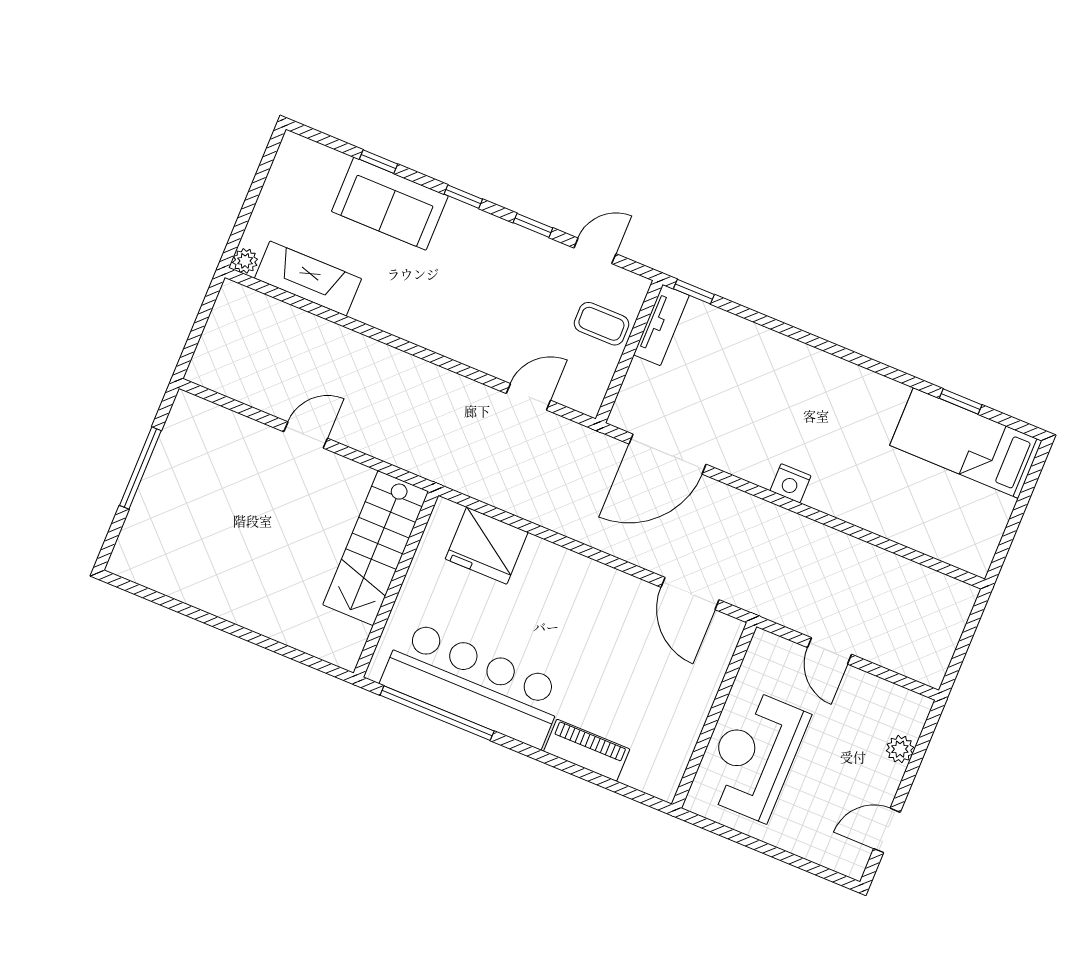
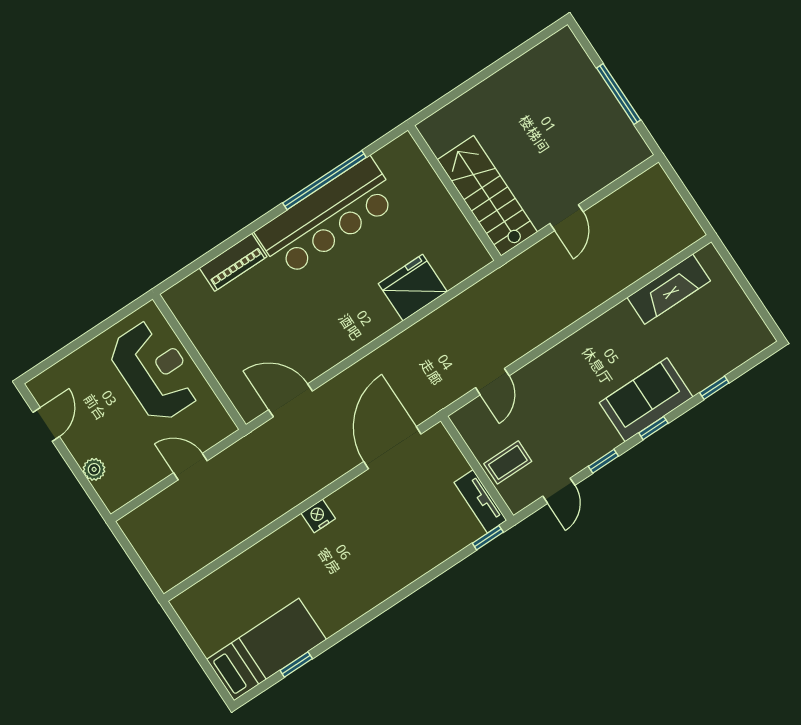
sofa: (390, 204) -> (646, 400), moved
plant: (245, 261) -> (708, 255), removed
stairs: (376, 548) -> (487, 196), moved
wall: (396, 584) -> (454, 193), moved

